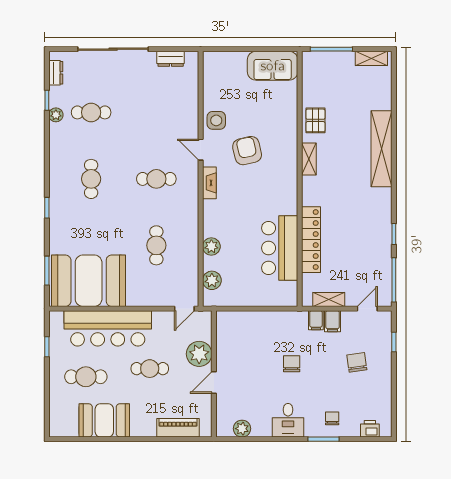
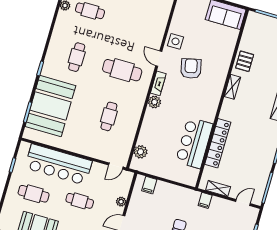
cafe table: (156, 179) -> (122, 70), width x1.37, depth x1.35
plant: (211, 246) -> (154, 102), moved
booth: (89, 281) -> (50, 106), moved, turned 90
filing cabinet: (332, 321) -> (149, 185), moved
plant: (199, 354) -> (121, 202), width x0.53, depth x0.53

